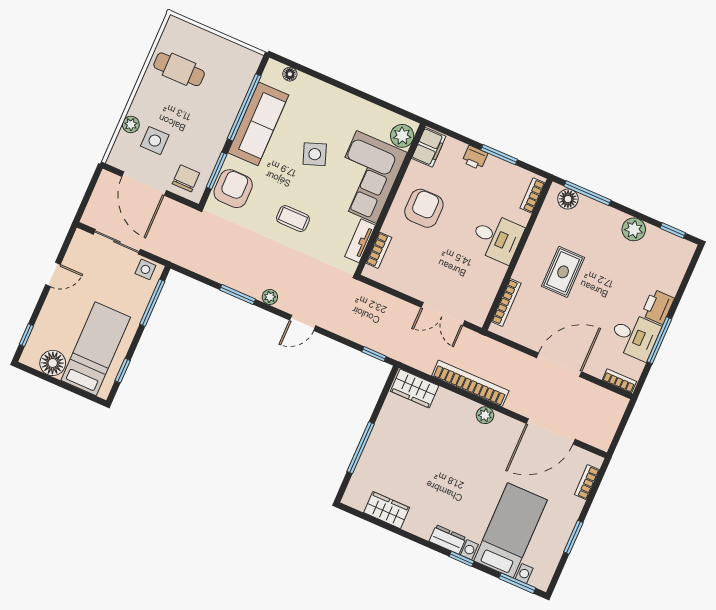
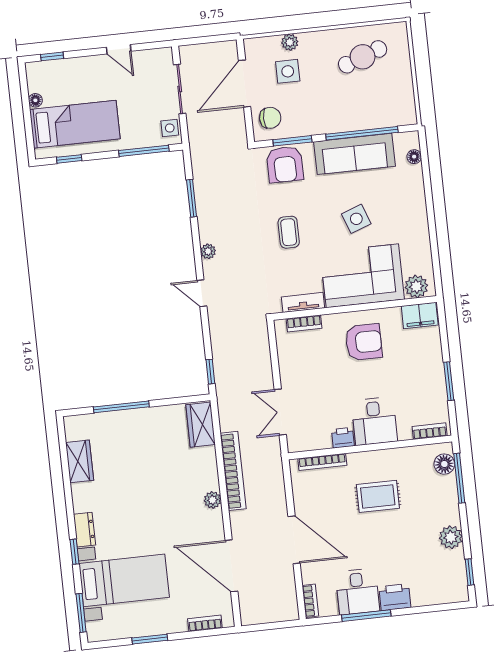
cafe table: (179, 69) -> (363, 57), turned 70
printer: (475, 158) -> (343, 438), moved, turned 90
armchair: (233, 189) -> (285, 164), turned 90
window: (238, 294) -> (192, 198), moved
floor lamp: (53, 363) -> (35, 100), width x0.53, depth x0.53

